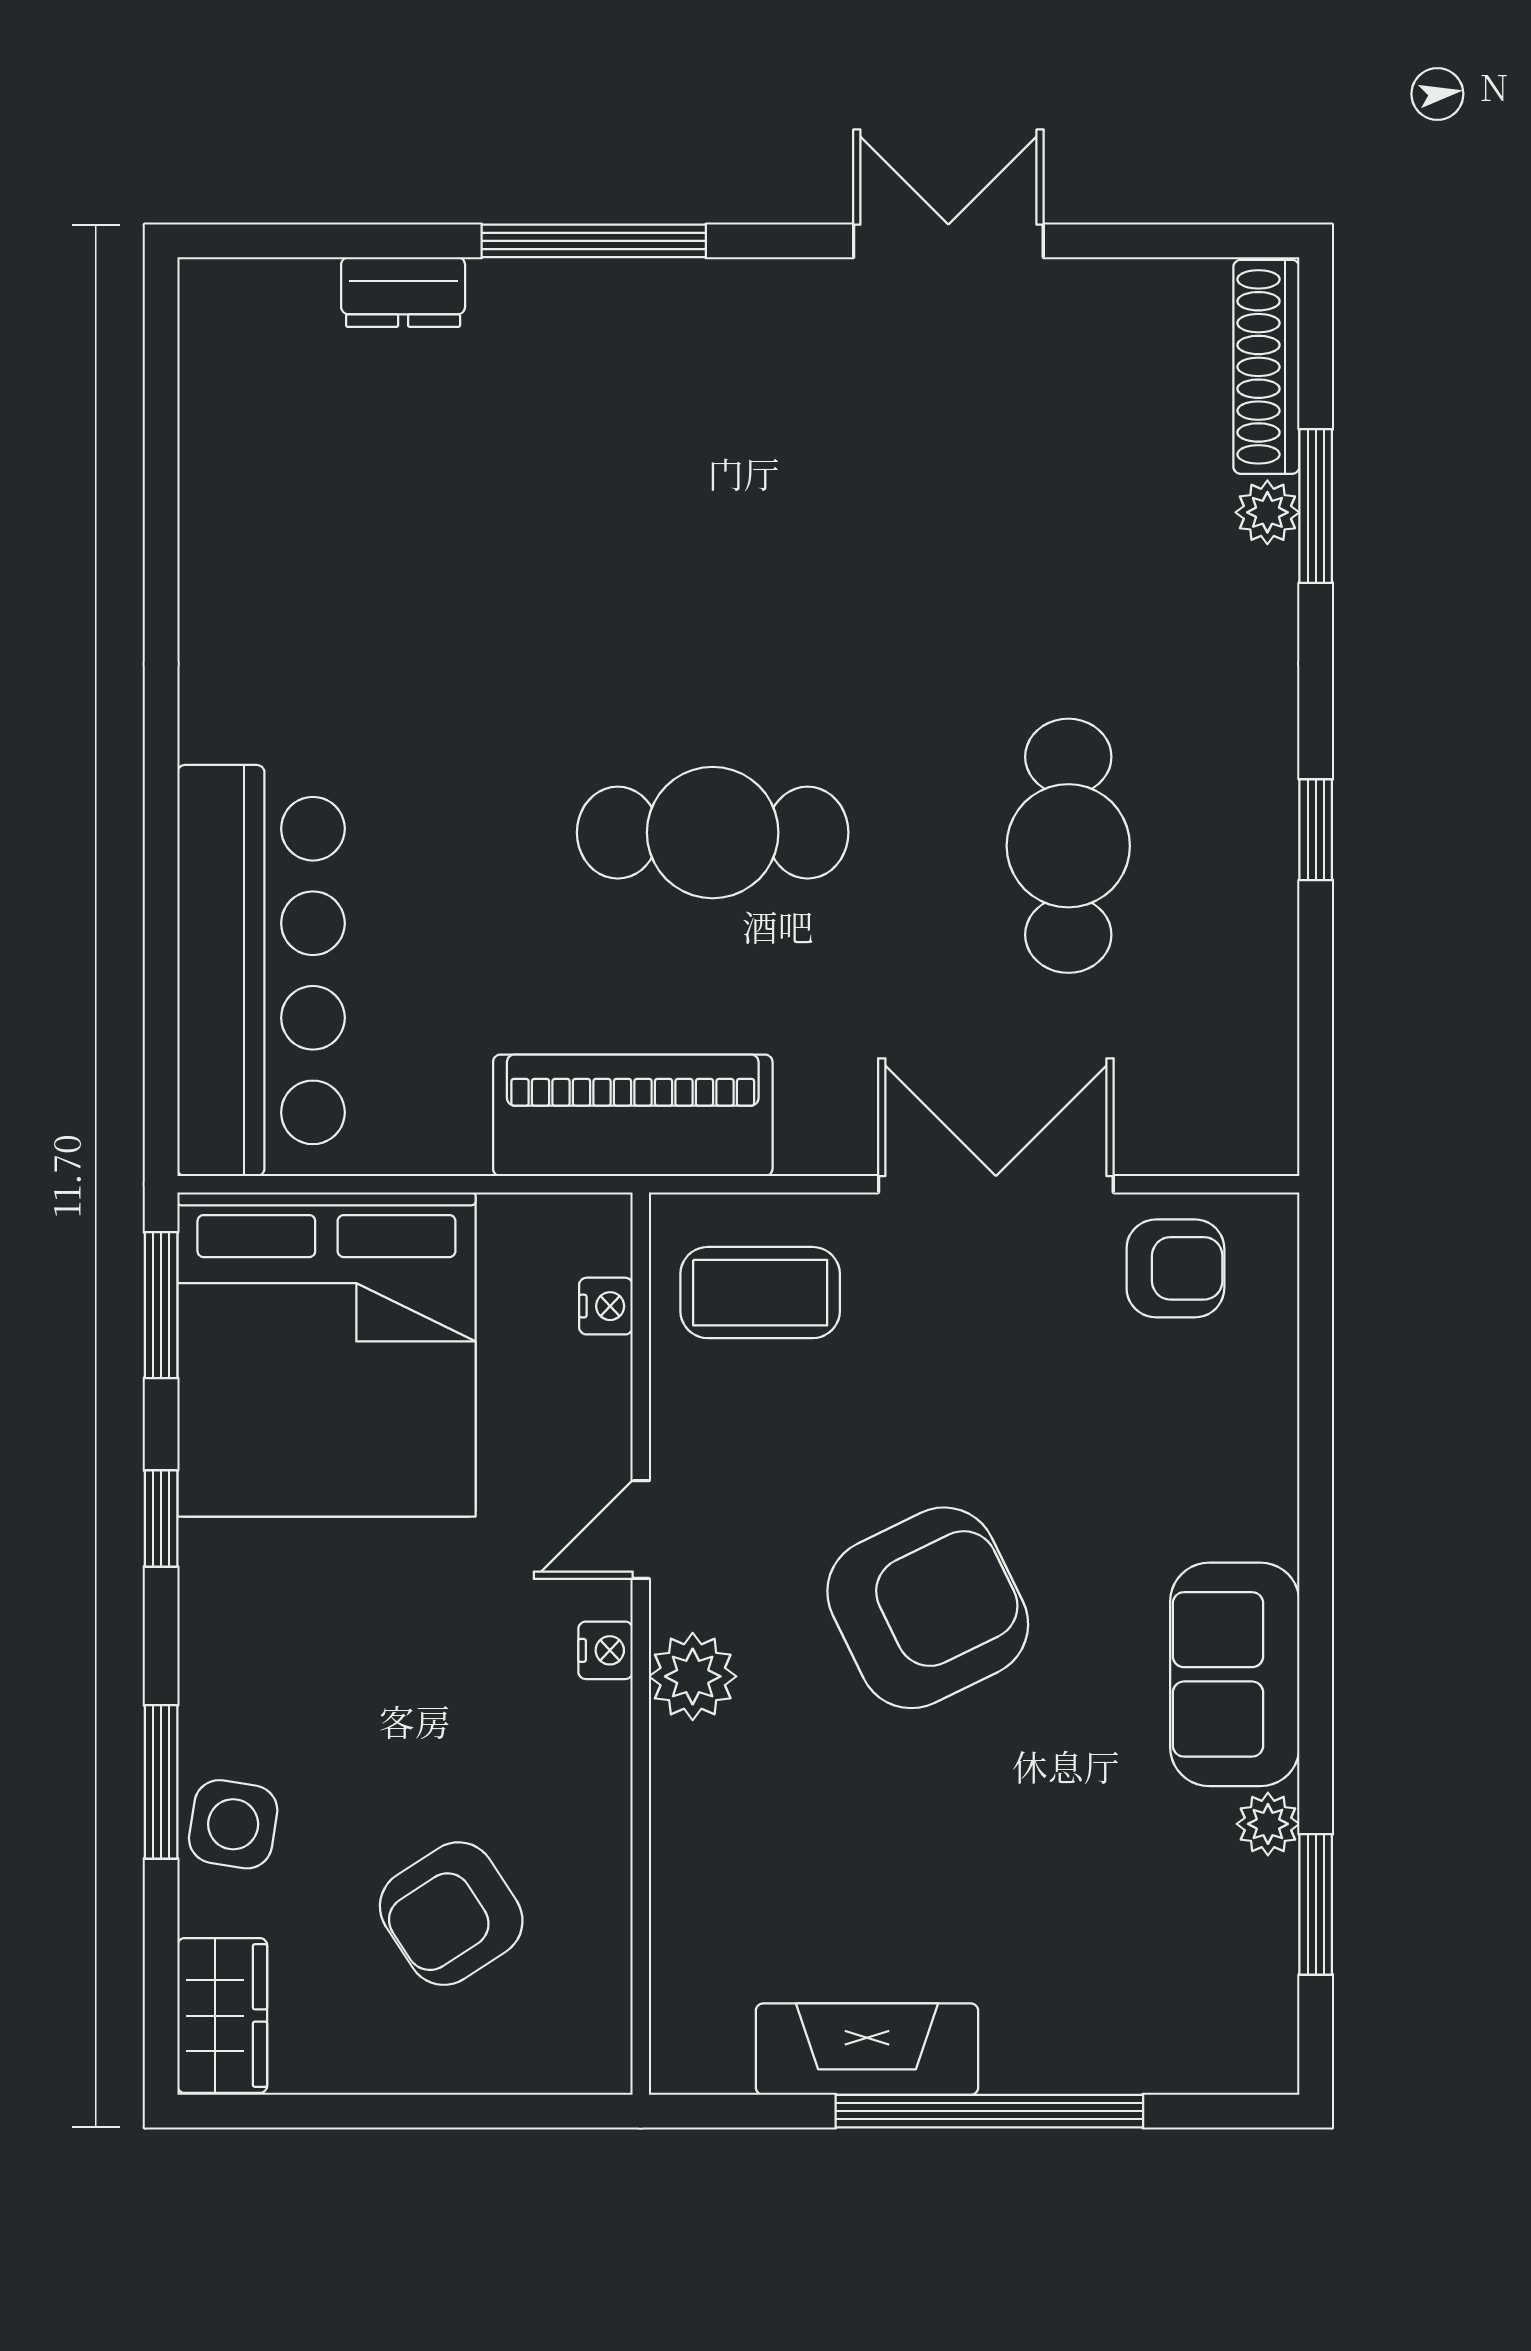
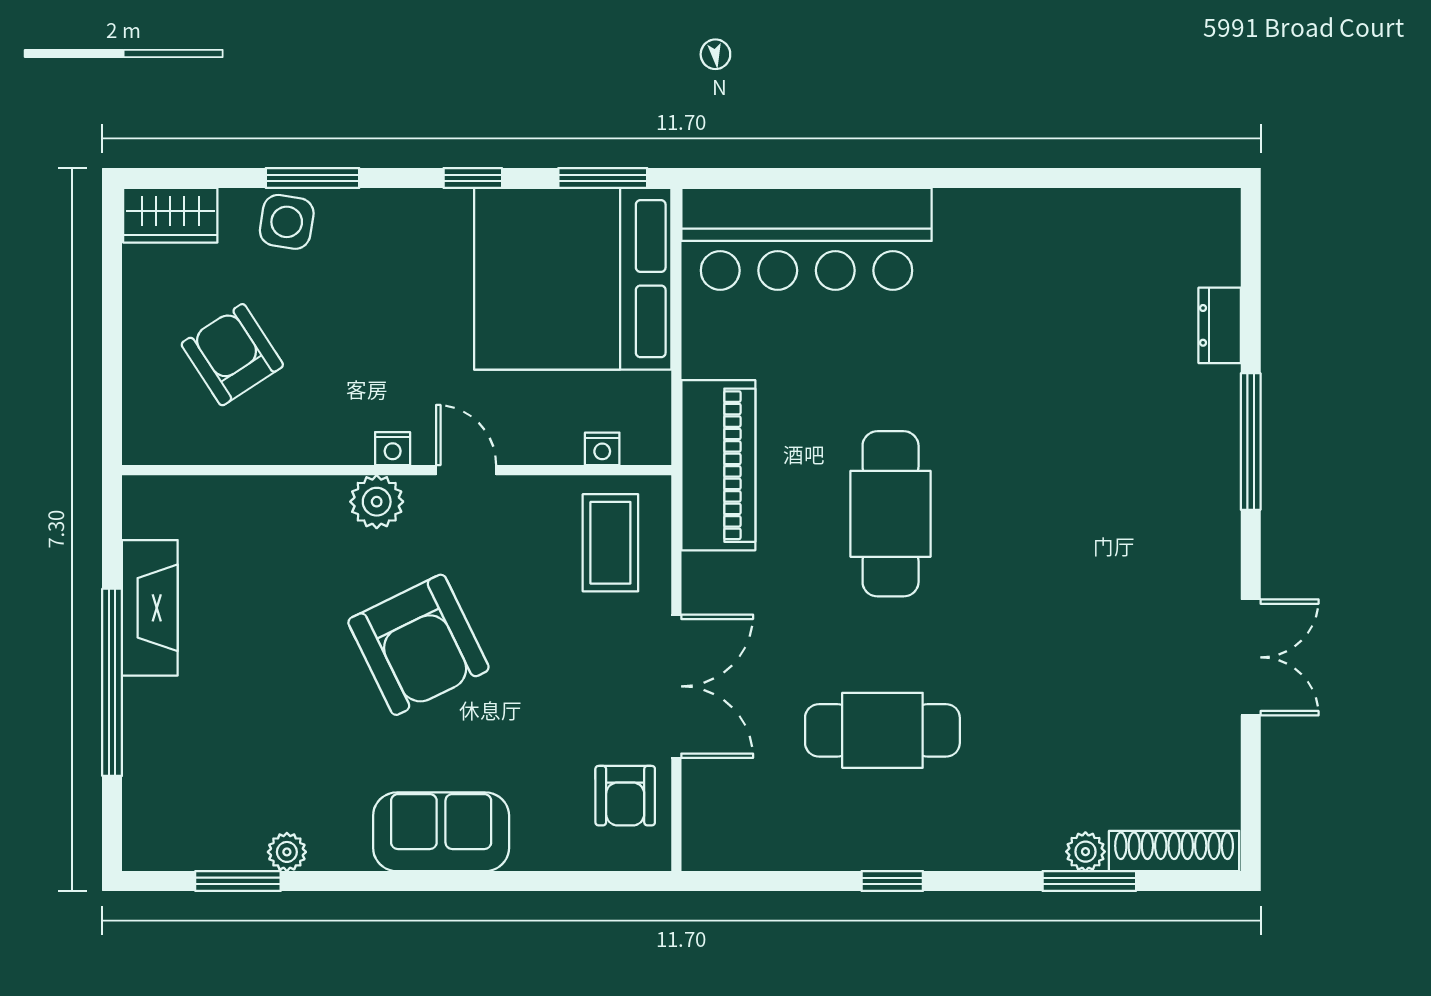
sofa: (1235, 1674) -> (441, 832), moved

